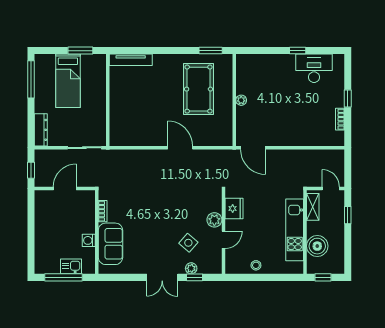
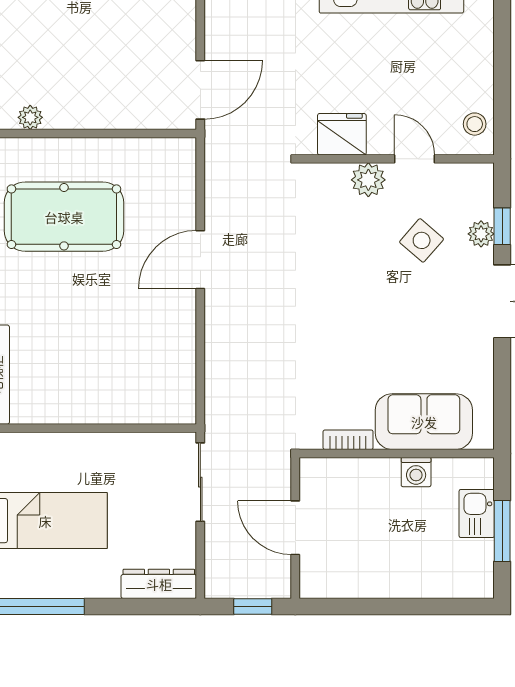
plant: (241, 100) -> (30, 117), moved
stool: (256, 265) -> (475, 124), moved
window: (63, 277) -> (502, 531), width x0.69

